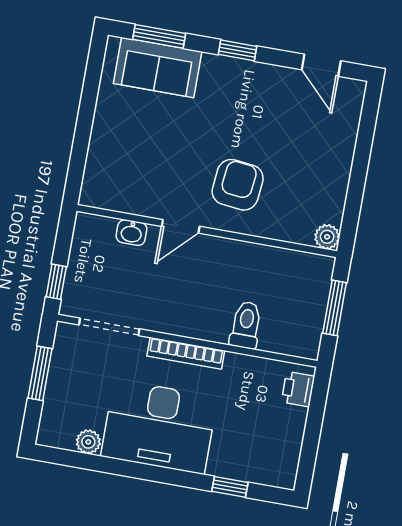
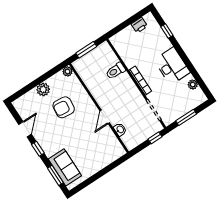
door: (321, 65) -> (25, 129), moved
plant: (336, 162) -> (43, 89), added
armchair: (238, 185) -> (64, 107), moved
door: (181, 226) -> (105, 117), swing flipped
printer: (298, 389) -> (139, 25), moved
desk: (159, 427) -> (172, 66), width x0.73, depth x0.77

